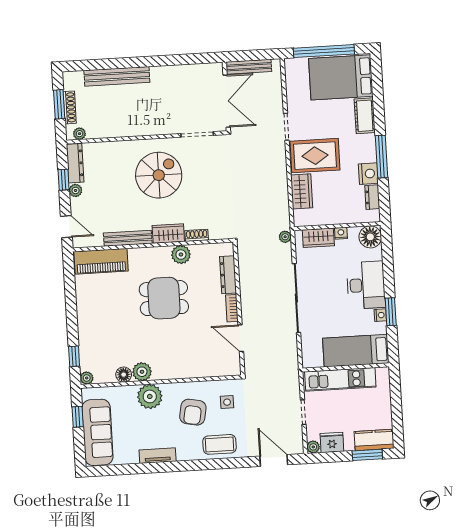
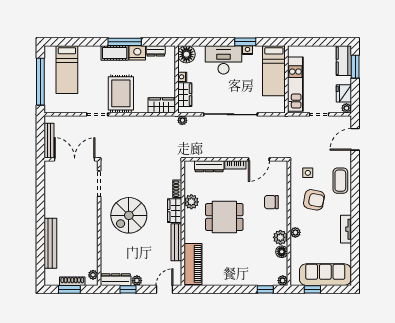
bed: (341, 77) -> (67, 70), width x0.67
cot: (365, 116) -> (115, 53), moved
spiral stairs: (159, 175) -> (129, 215), turned -90
wardrobe: (302, 191) -> (161, 105), moved
dining table: (164, 298) -> (224, 217), turned 90
chair: (187, 357) -> (271, 202), added
plant: (150, 396) -> (295, 232), width x0.53, depth x0.53

